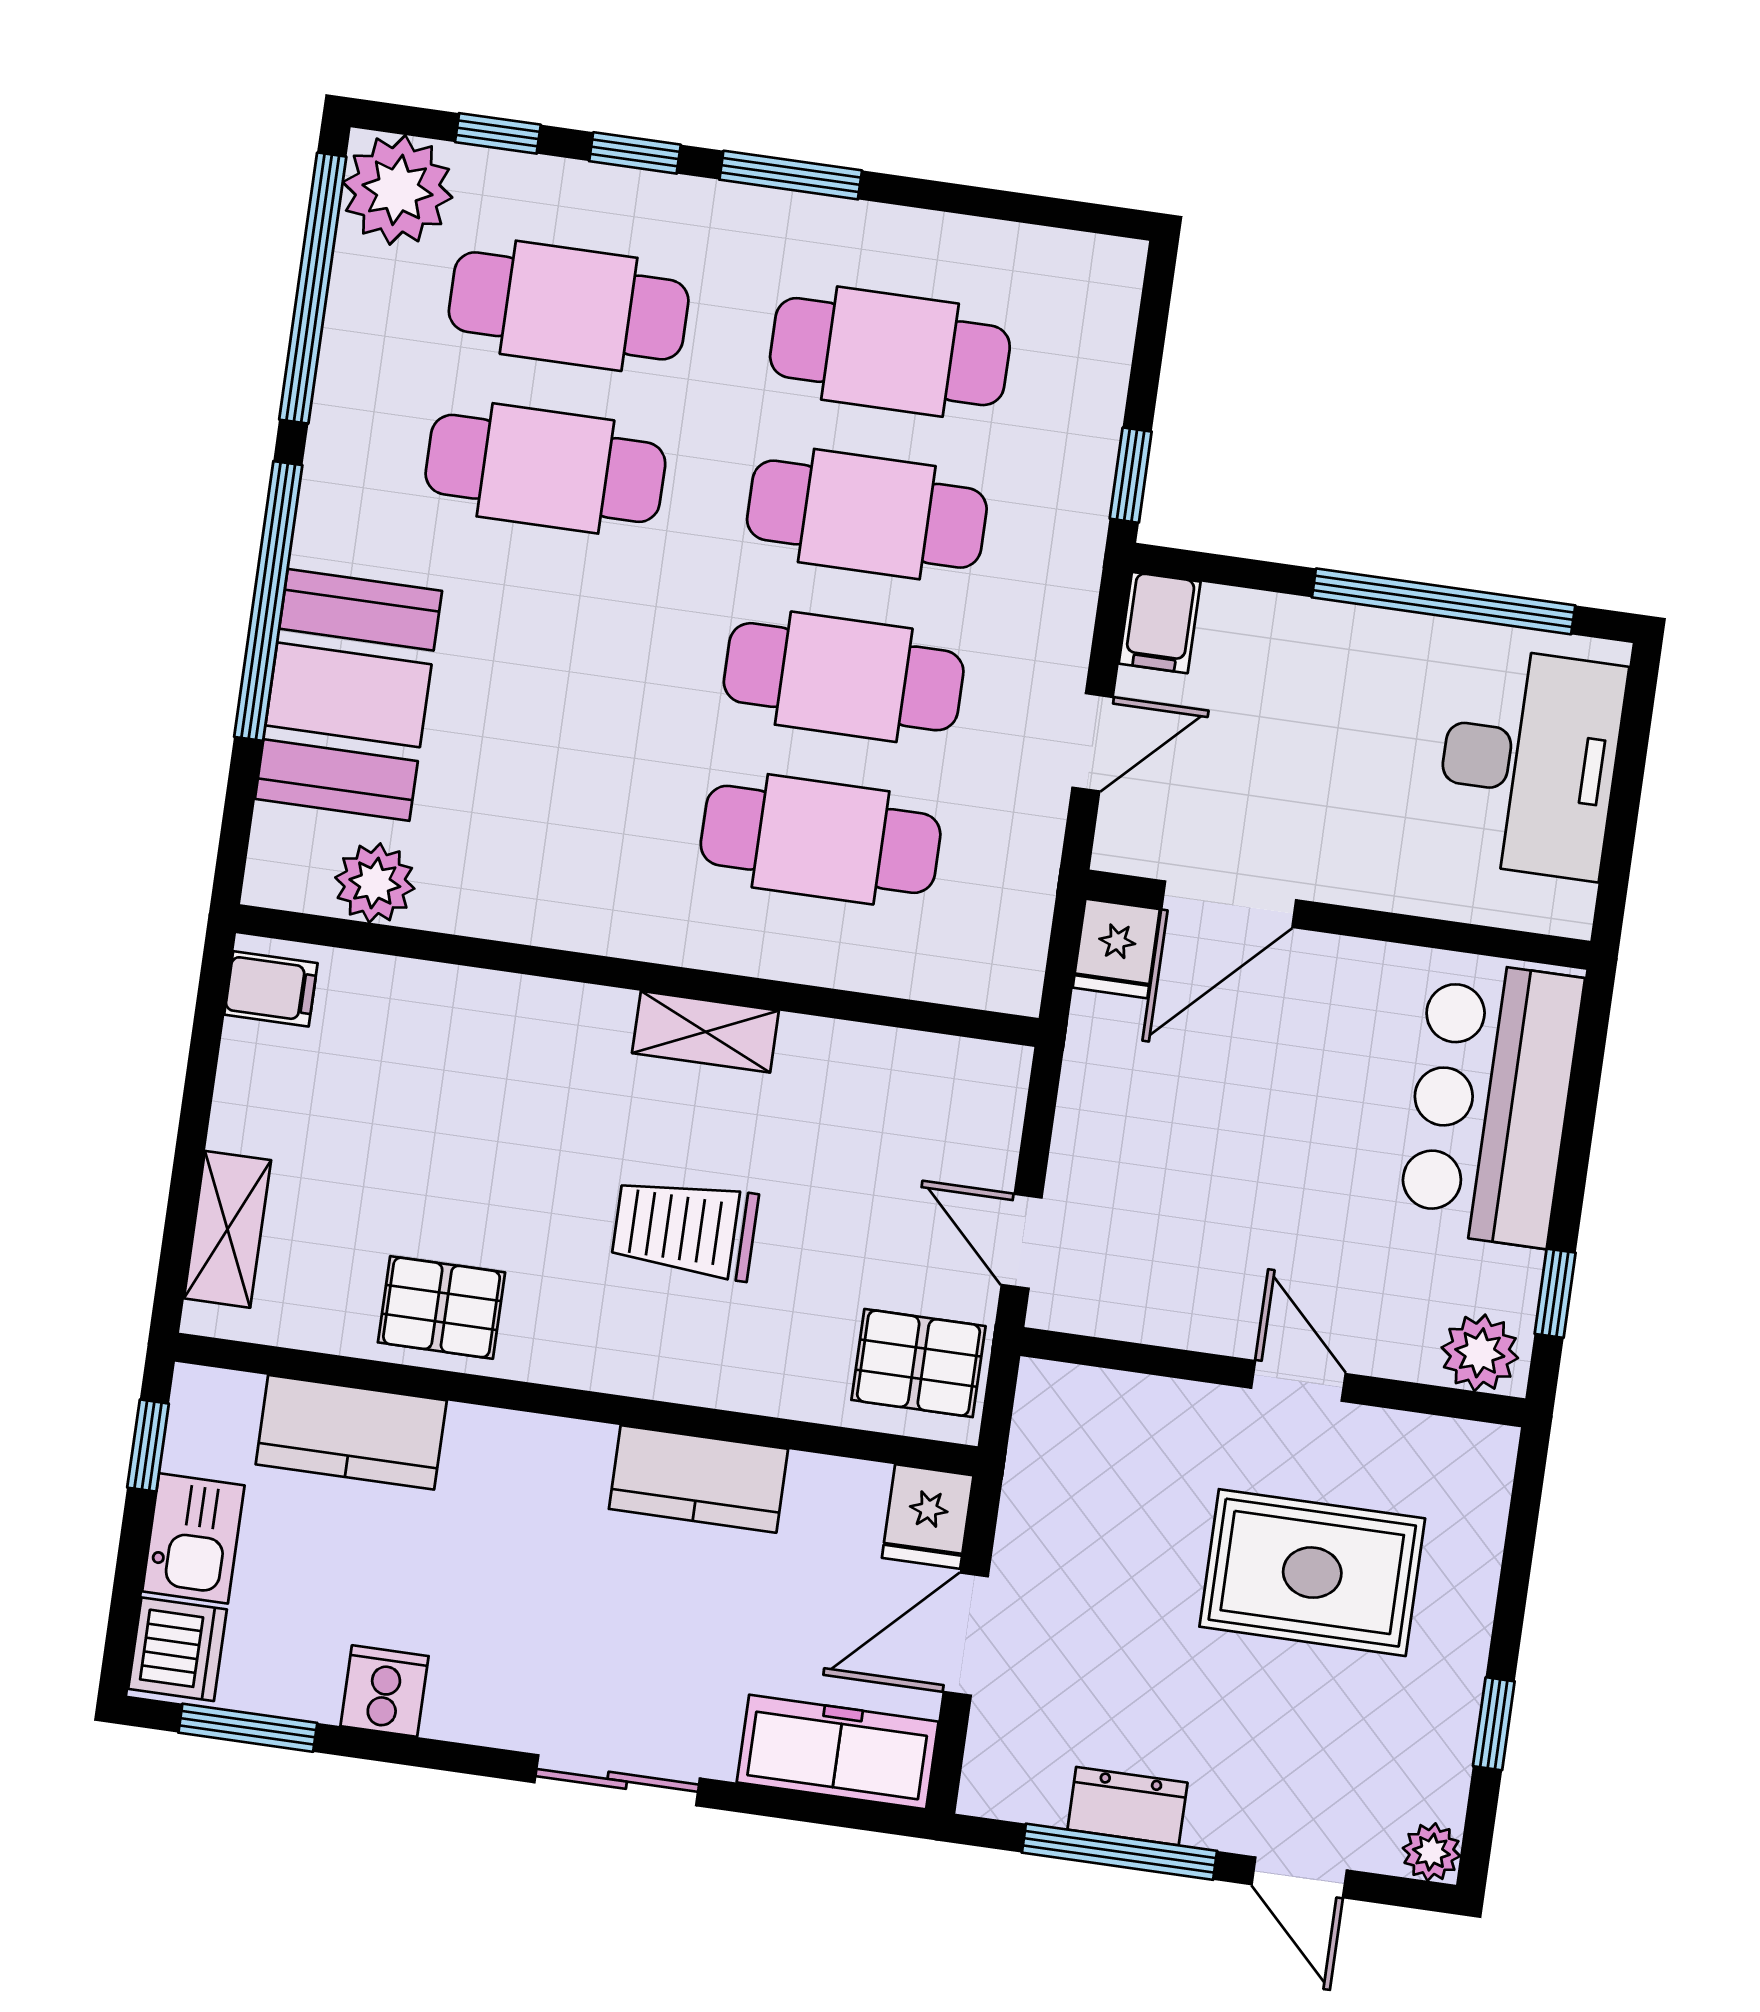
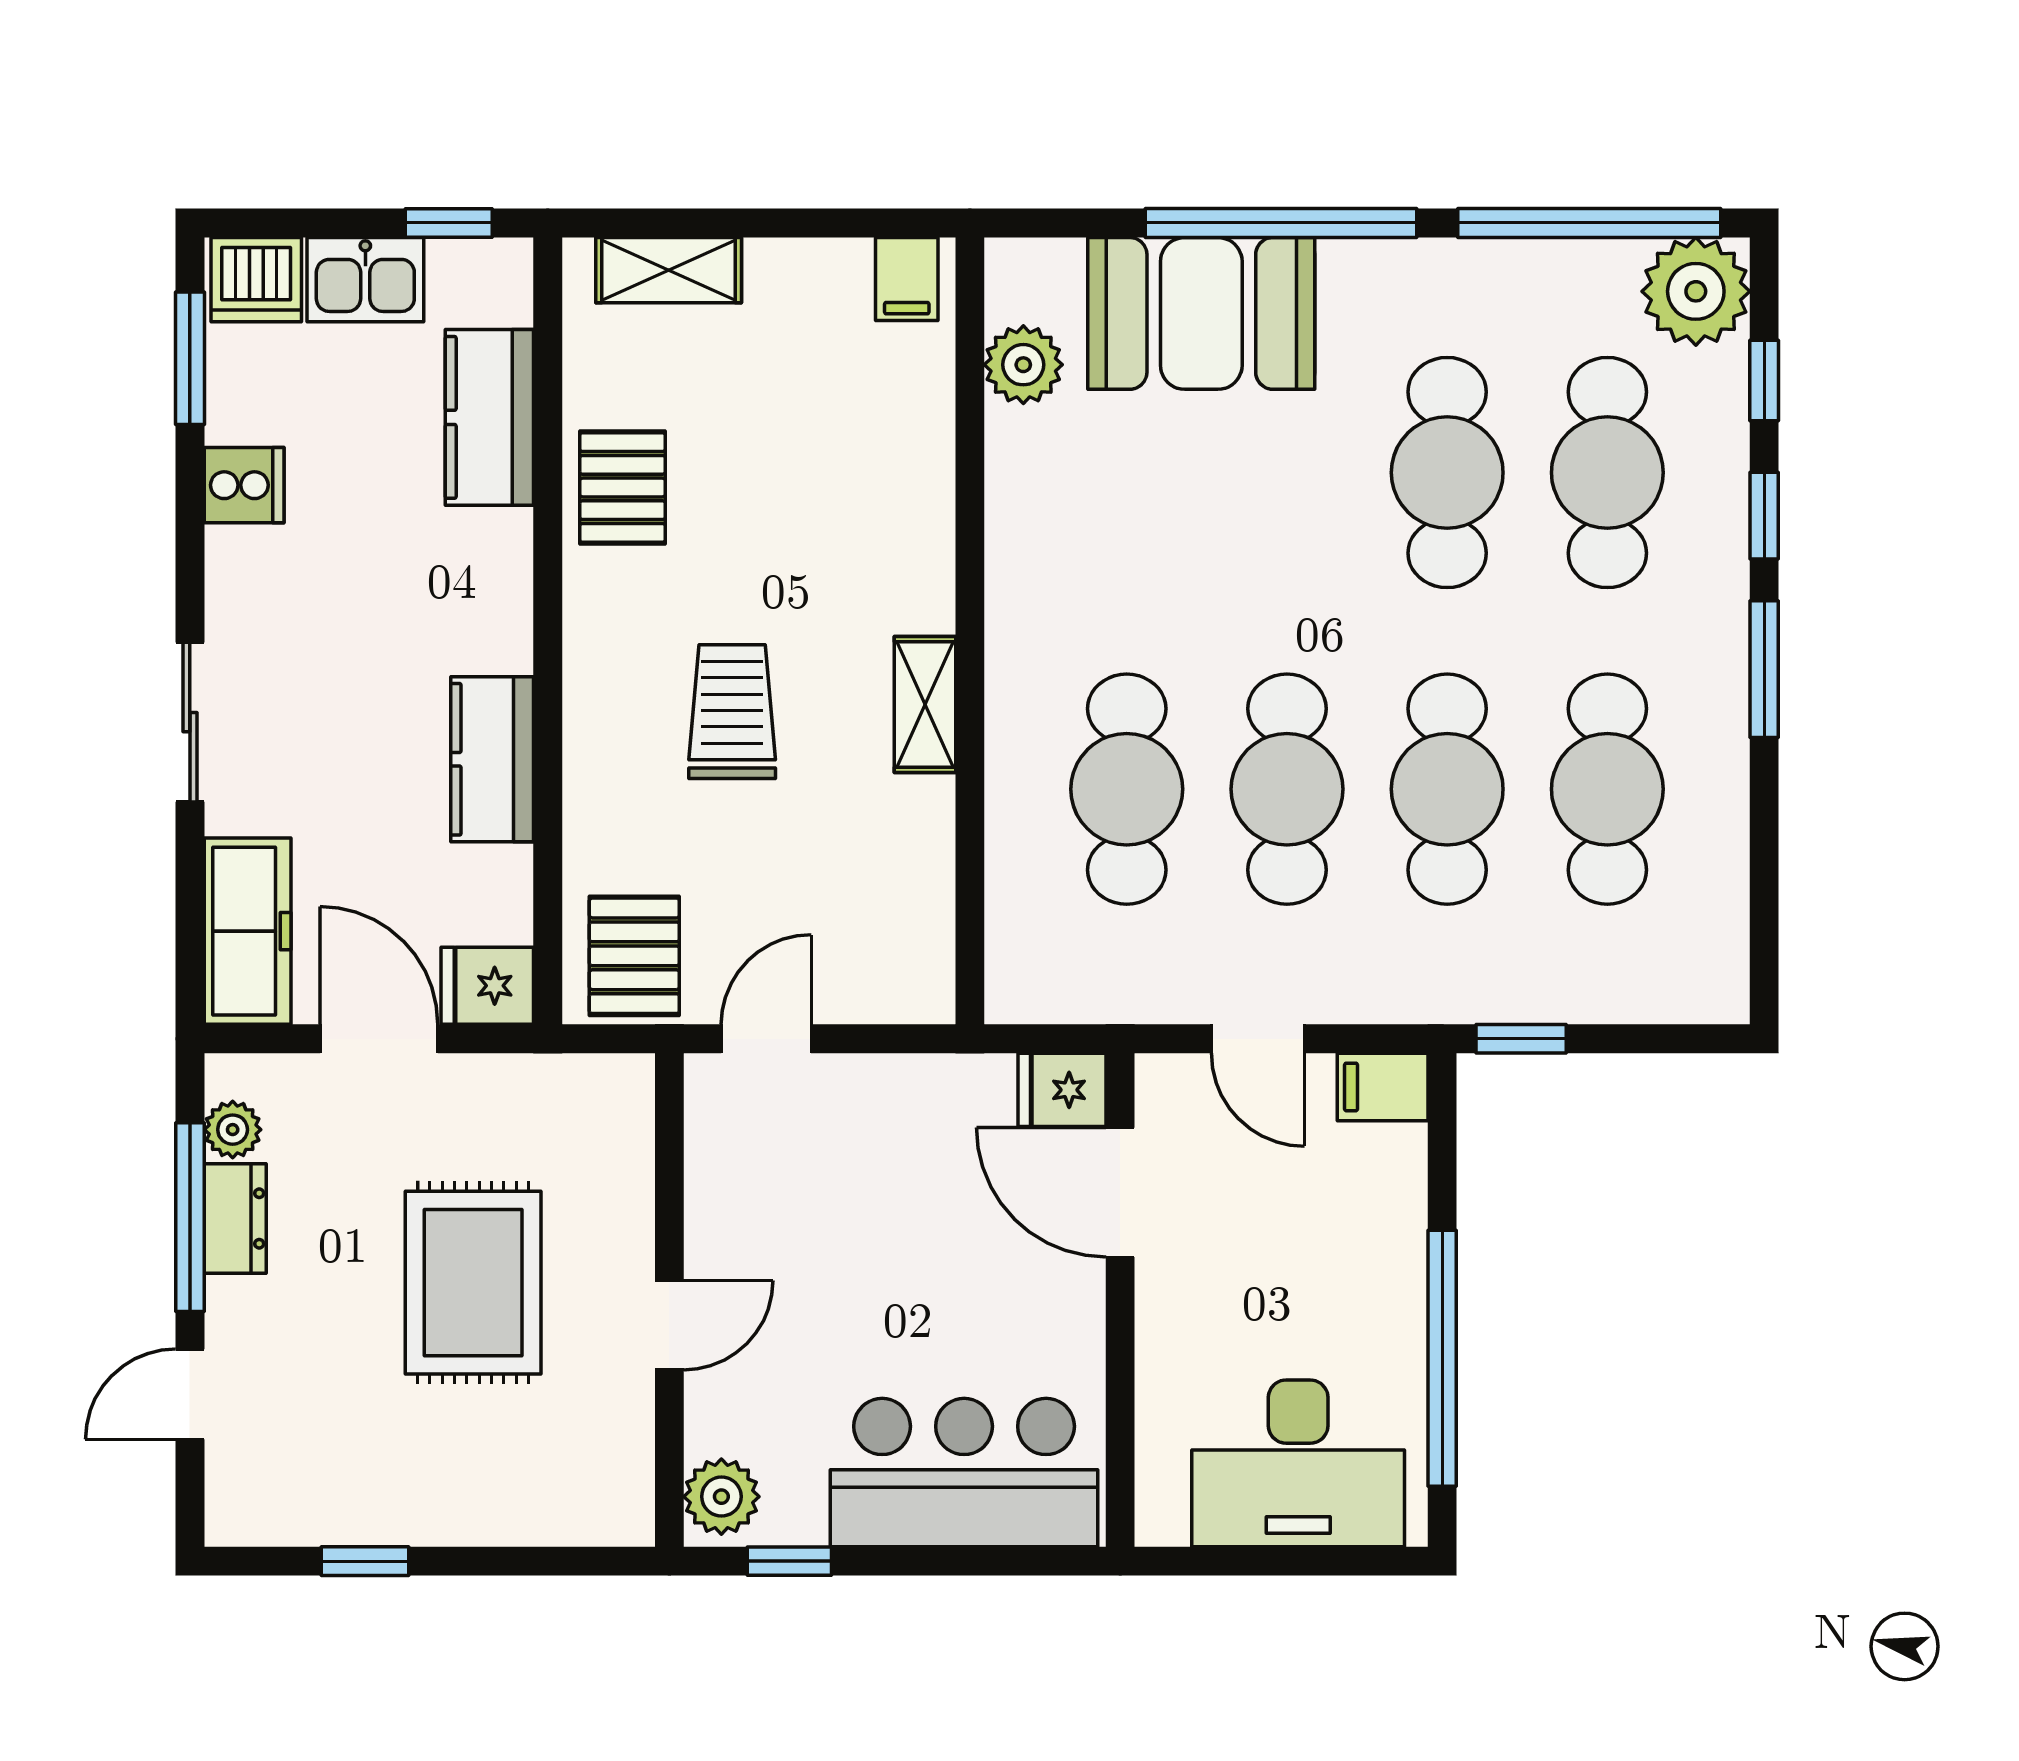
rug: (1312, 1573) -> (473, 1283), moved
plant: (1431, 1852) -> (233, 1130), moved

